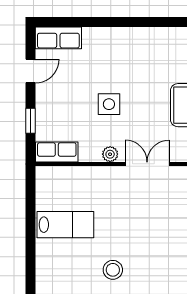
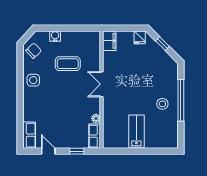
side table: (109, 104) -> (33, 80), moved
plant: (110, 154) -> (96, 118), moved

